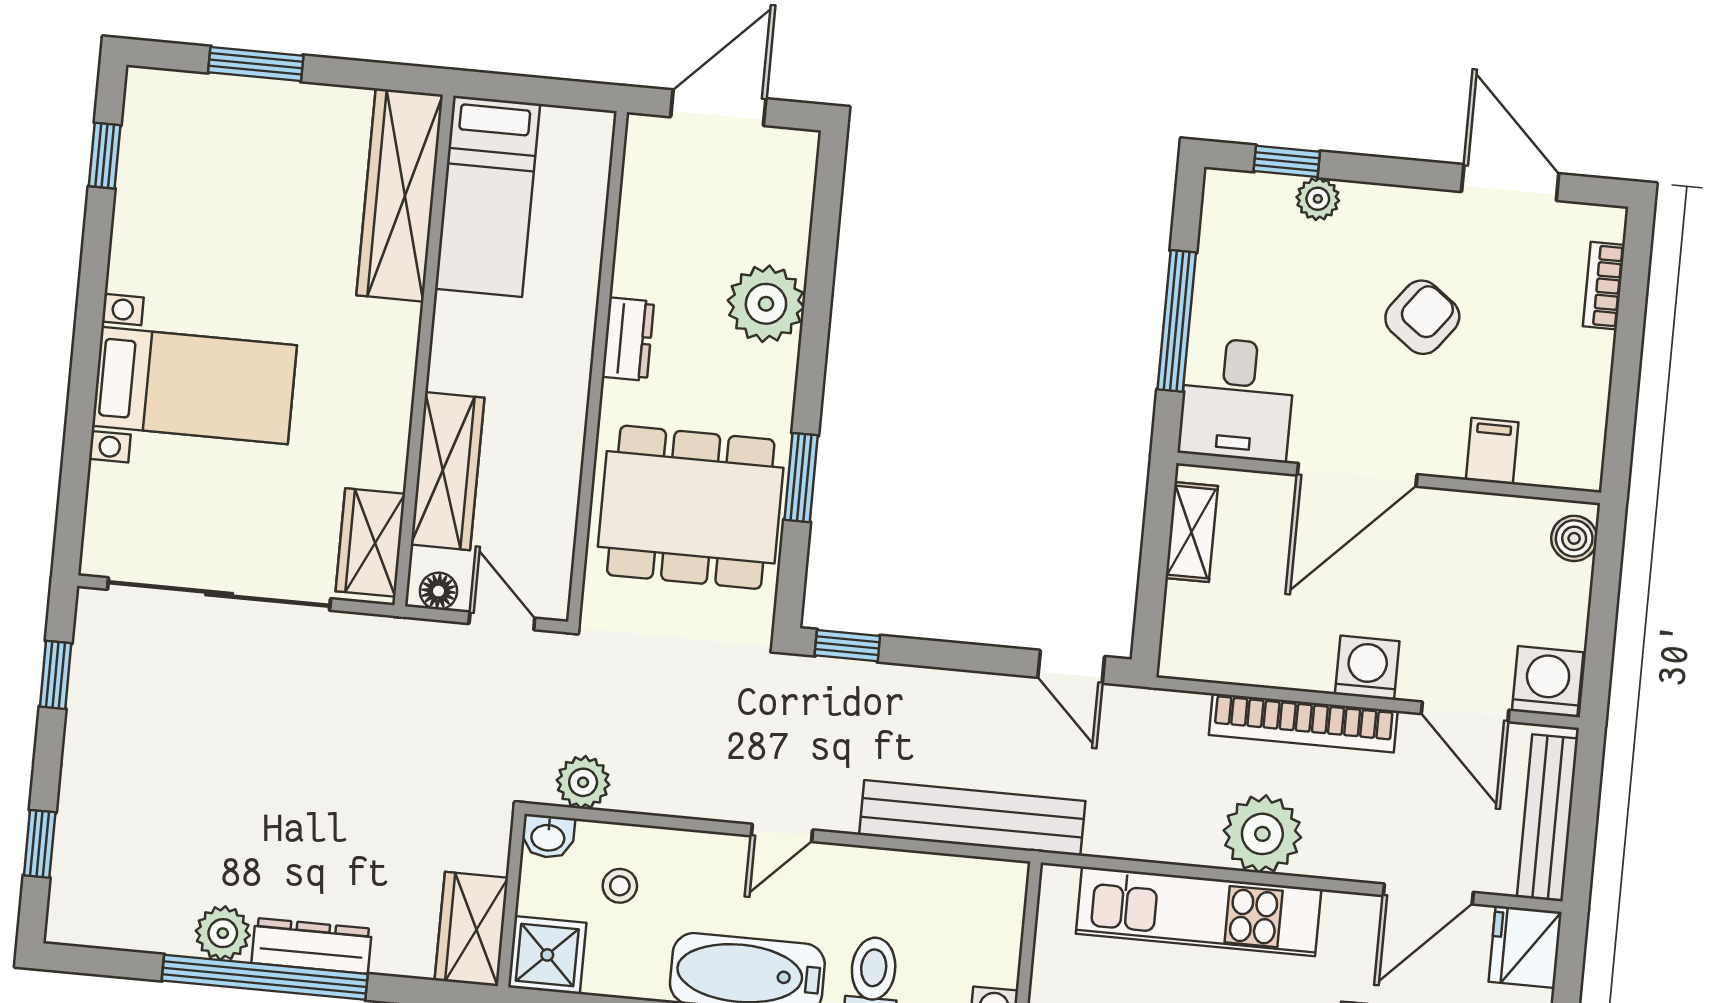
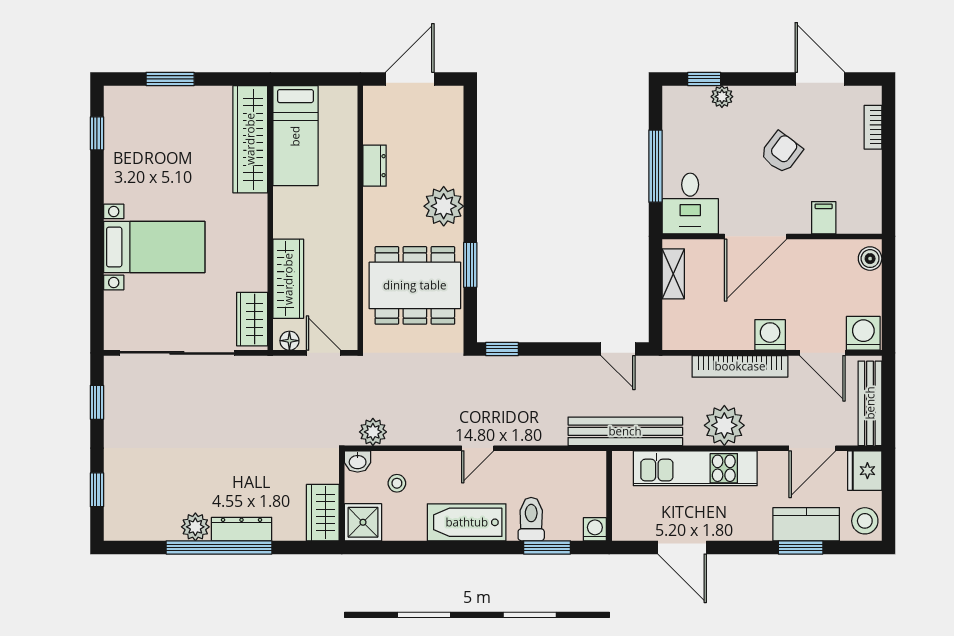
plant: (766, 304) -> (444, 206), moved
dresser: (628, 339) -> (375, 166), moved
bench: (972, 818) -> (625, 431), moved

